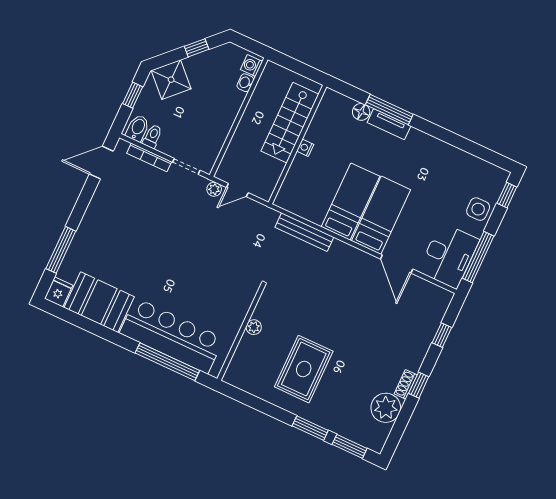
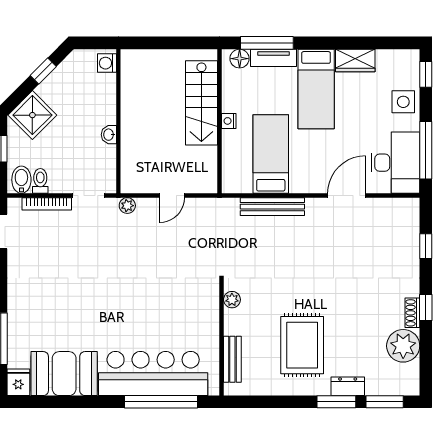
washbasin: (245, 83) -> (109, 135), moved
stairs: (290, 123) -> (201, 103), moved
wall: (298, 145) -> (219, 121), moved
nightstand: (305, 148) -> (229, 121), moved
wardrobe: (455, 157) -> (355, 60), added
door: (237, 190) -> (172, 196), moved
bed: (381, 215) -> (316, 89), moved, turned 180
bench: (304, 232) -> (272, 207), moved
door: (397, 264) -> (347, 196), swing flipped
plant: (254, 327) -> (232, 300), moved
bench: (242, 354) -> (232, 359), added
dresser: (325, 420) -> (348, 386), added

